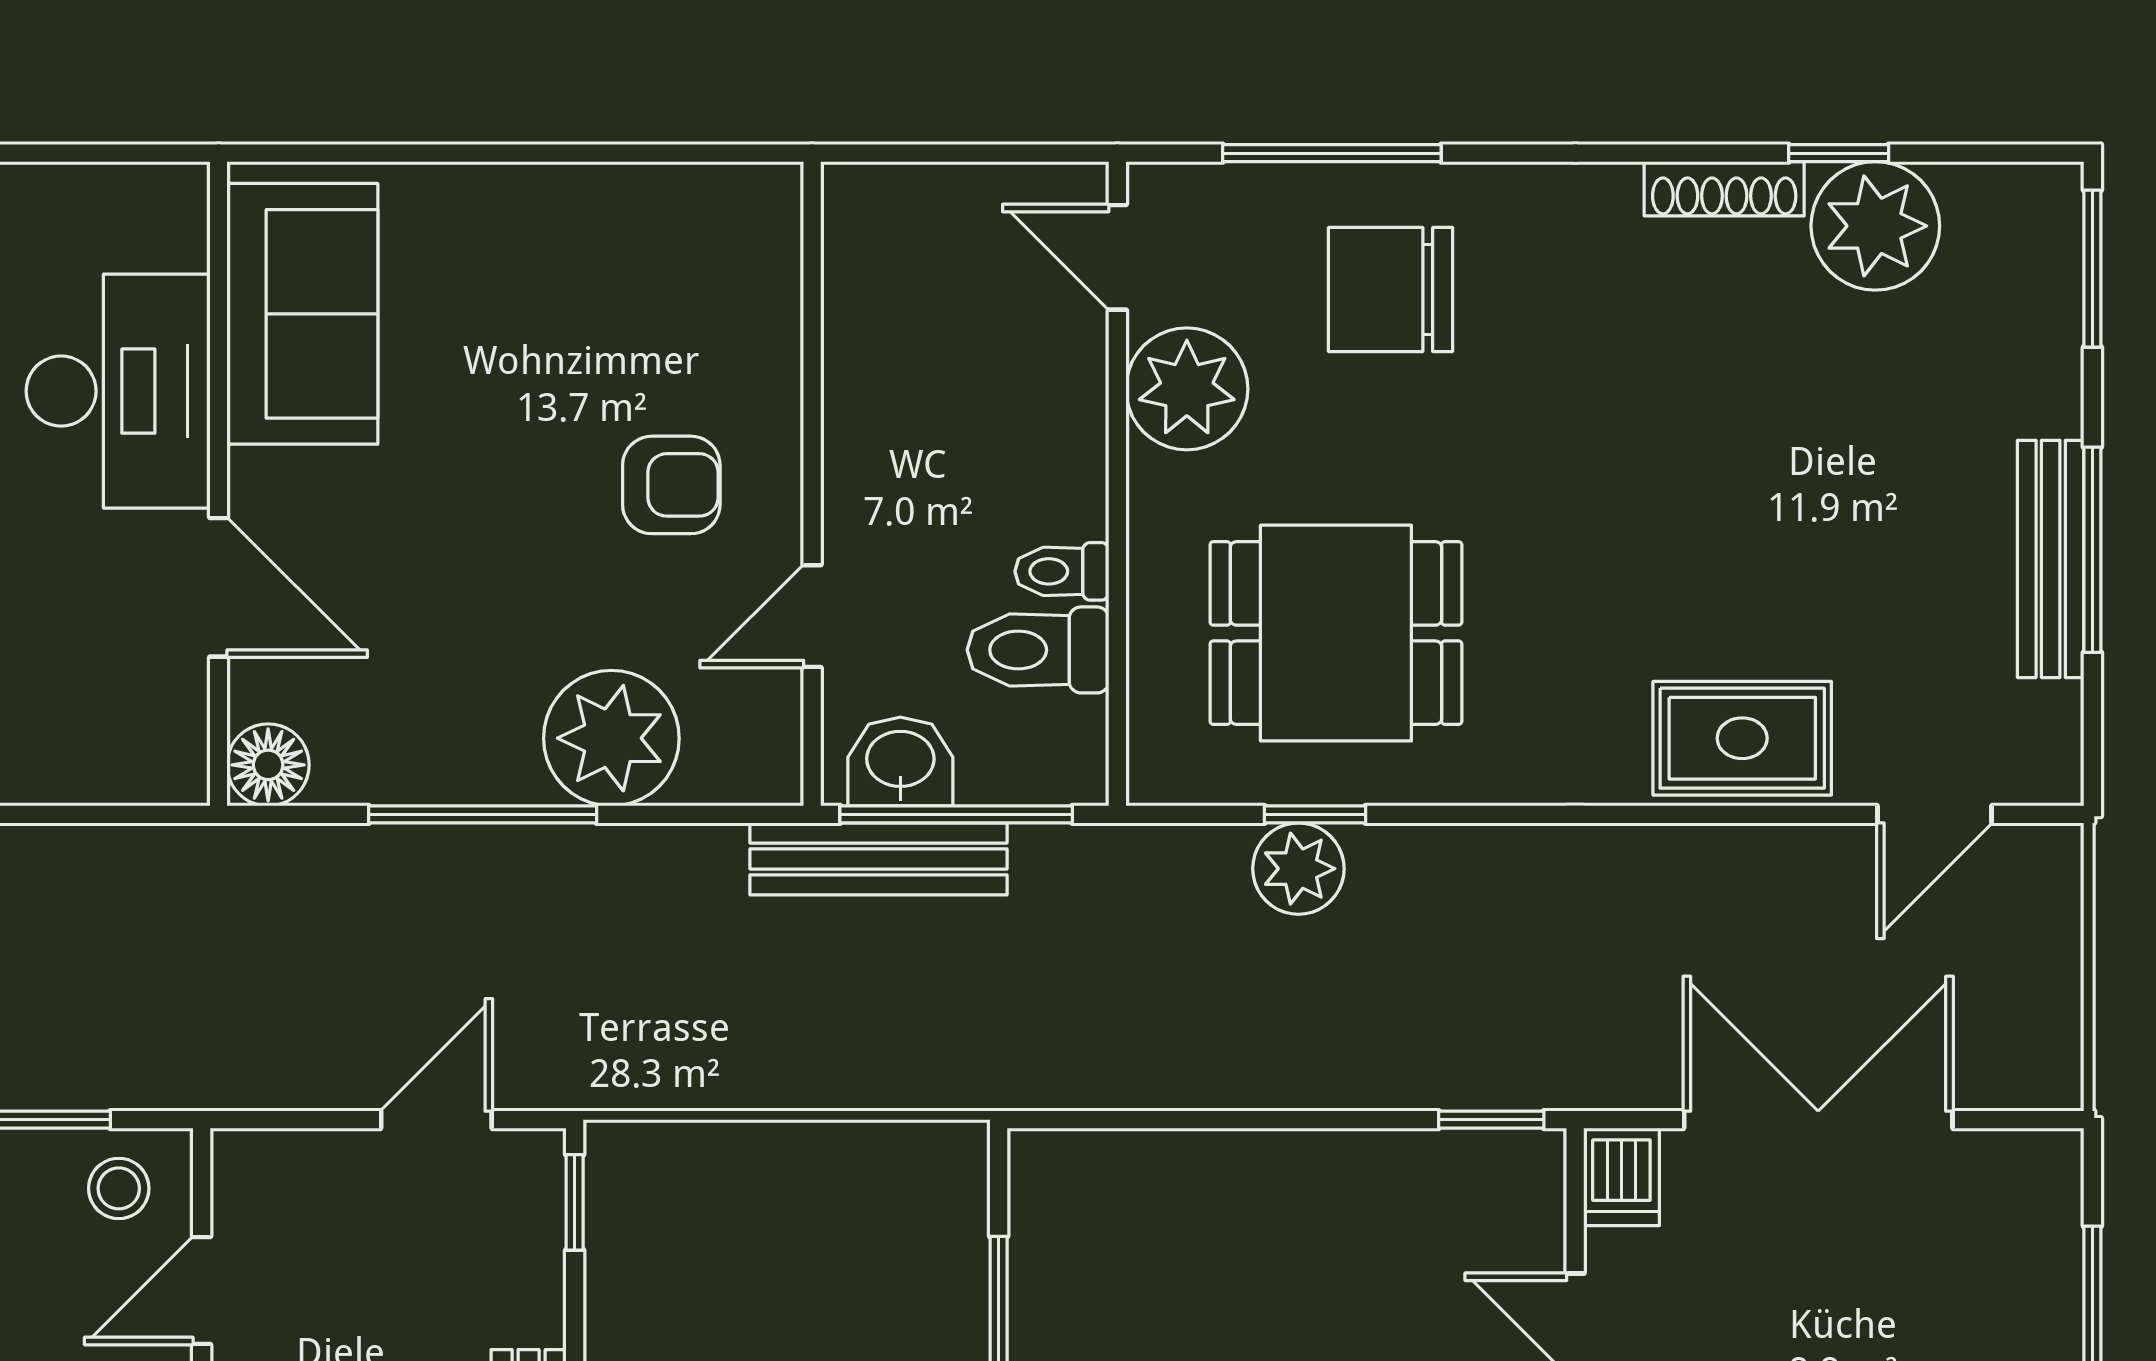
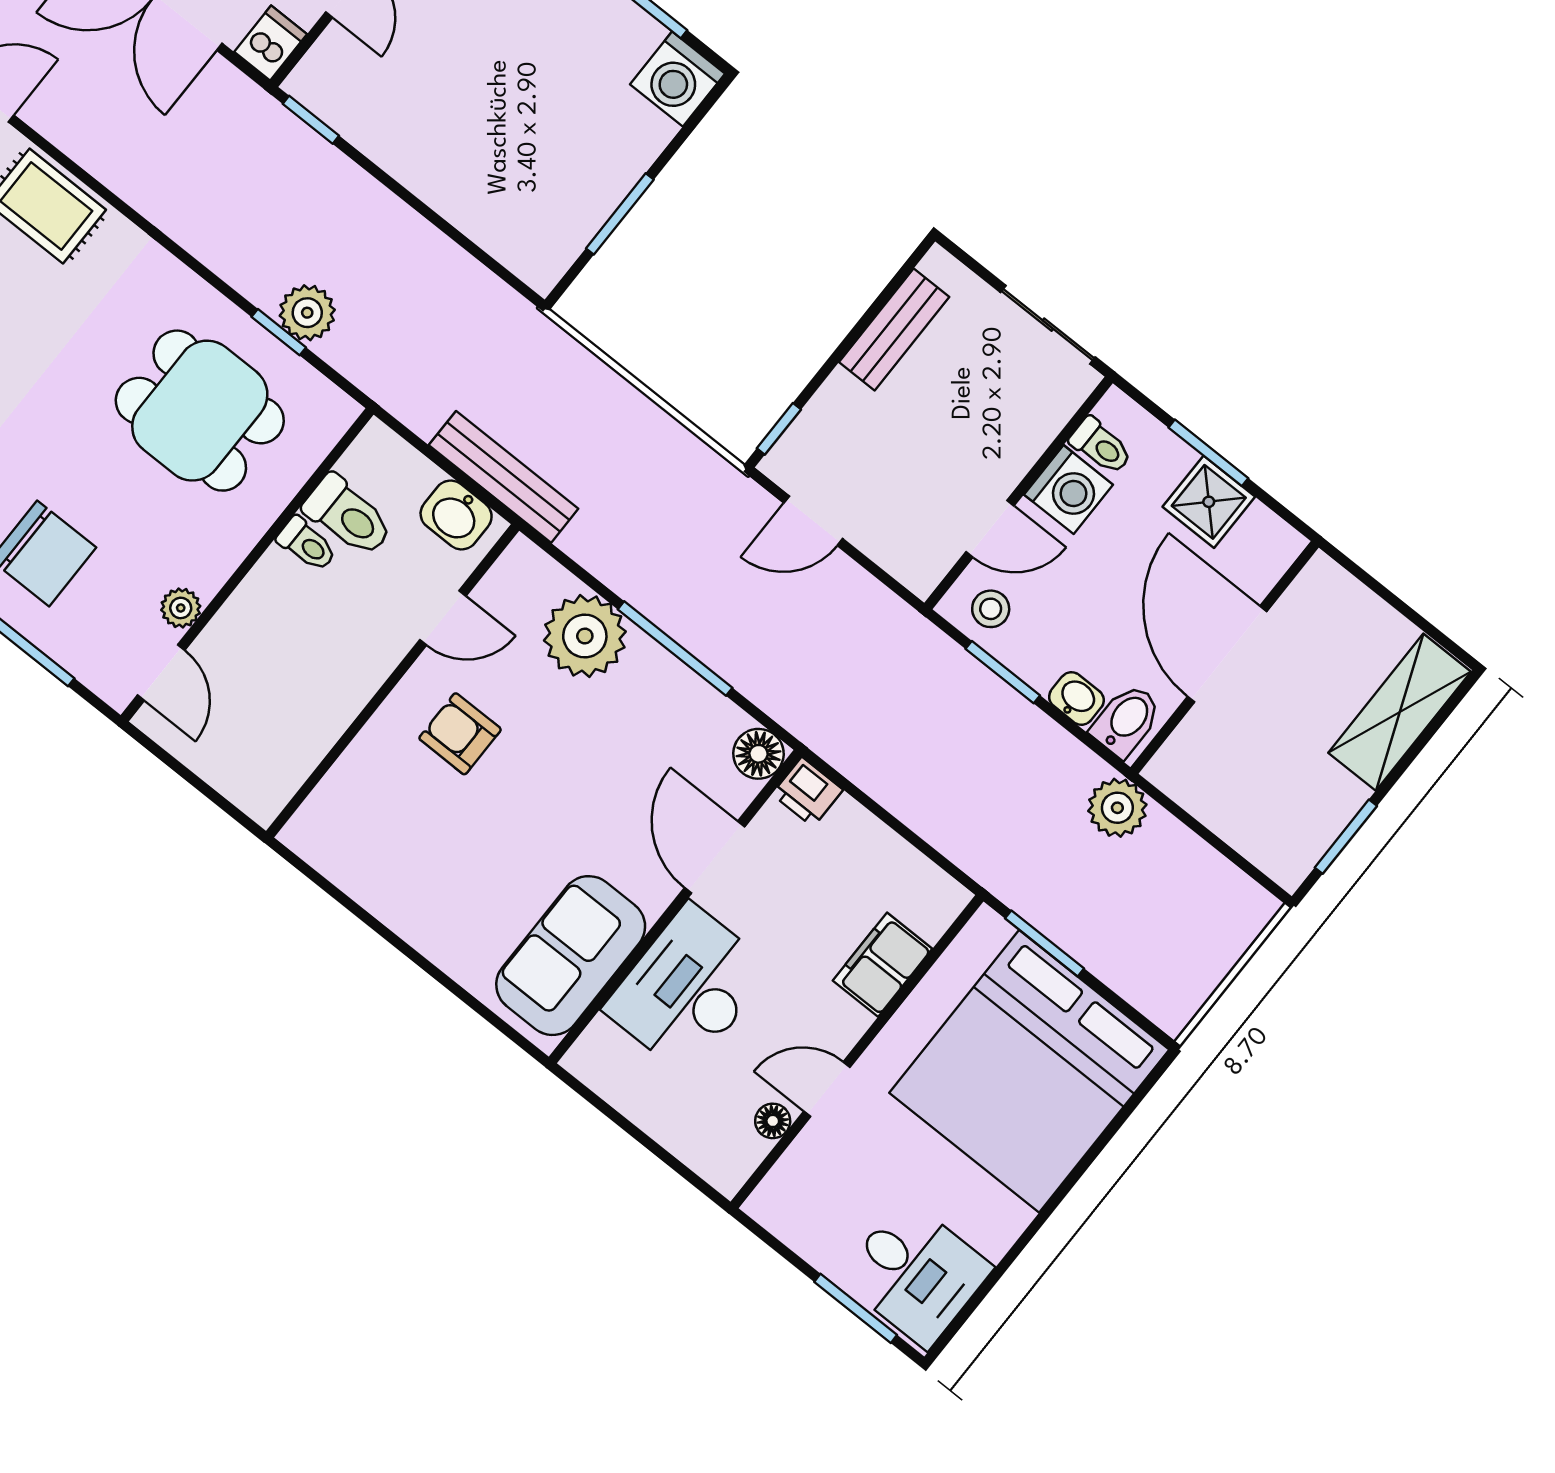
plant: (1187, 389) -> (181, 608), width x0.53, depth x0.53
printer: (166, 766) -> (807, 792), added
window: (956, 814) -> (450, 469), removed

